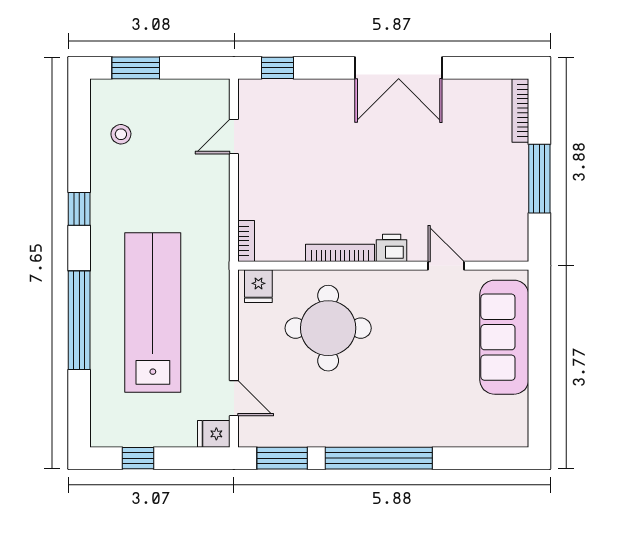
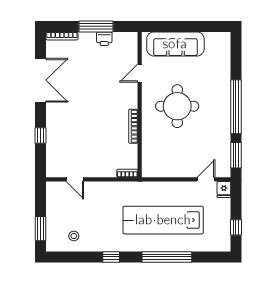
window: (278, 68) -> (41, 136), moved
double door: (399, 68) -> (41, 80), moved
printer: (392, 248) -> (104, 39), moved, turned -90
fridge: (258, 286) -> (150, 167), removed
round table: (328, 328) -> (177, 106), moved

